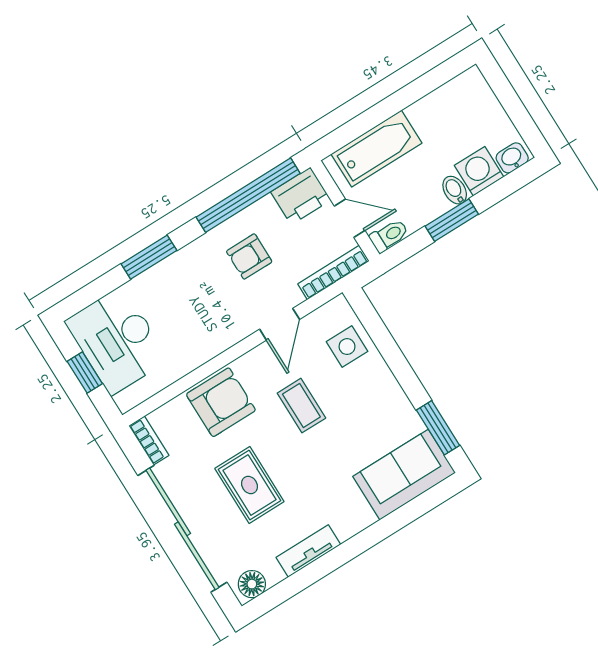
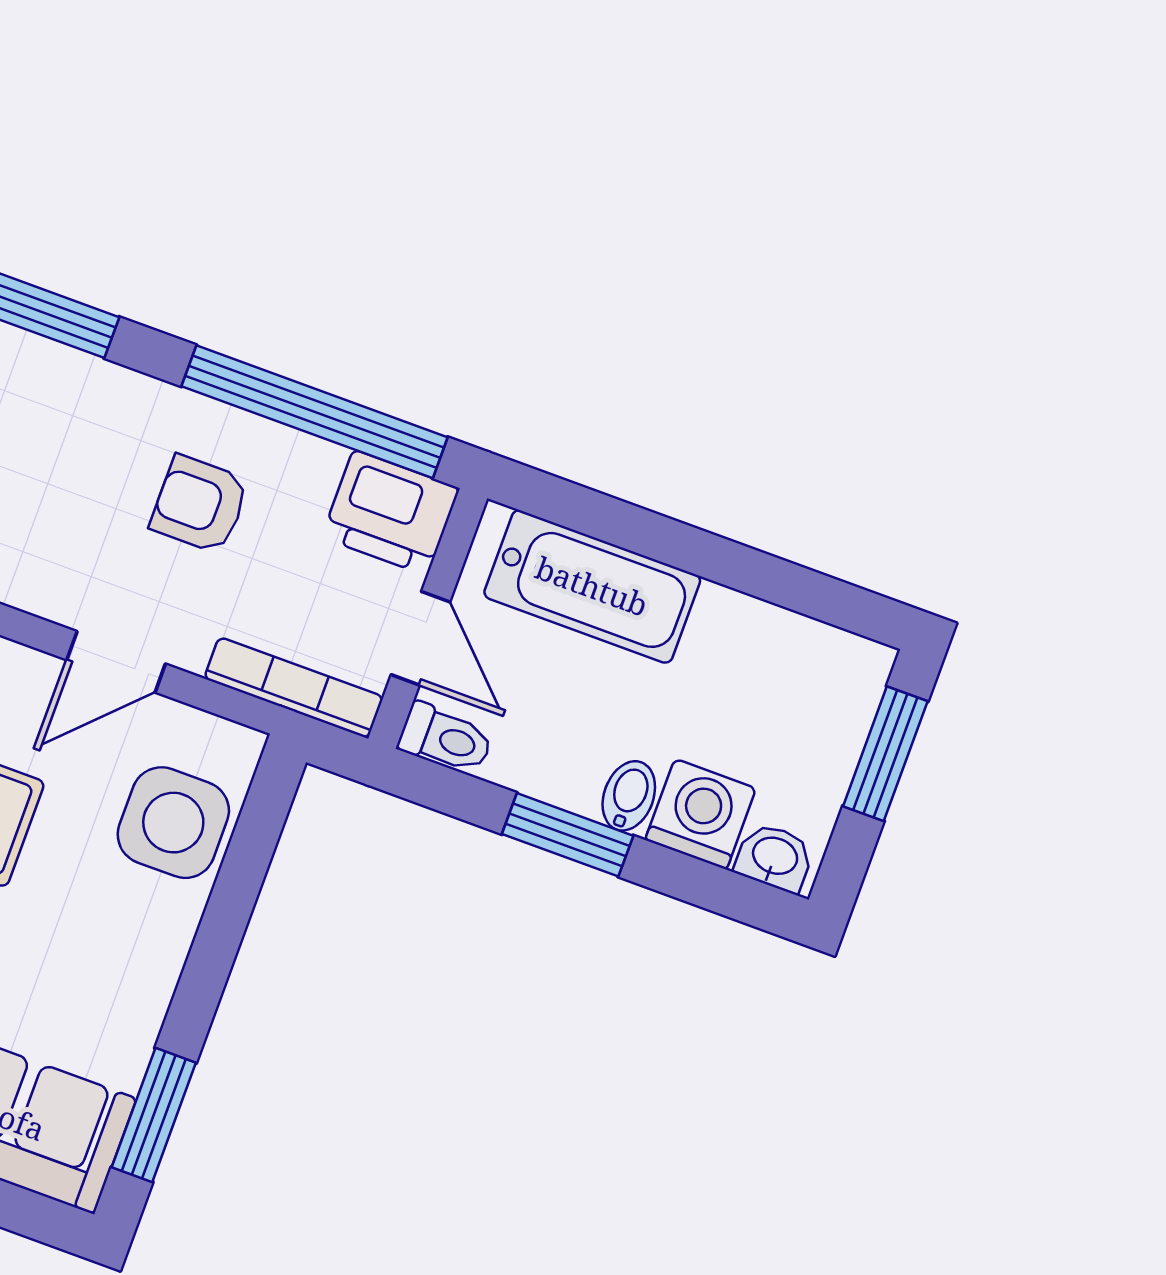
window: (506, 95) -> (885, 754), added
side table: (347, 347) -> (173, 823), width x1.37, depth x1.37

